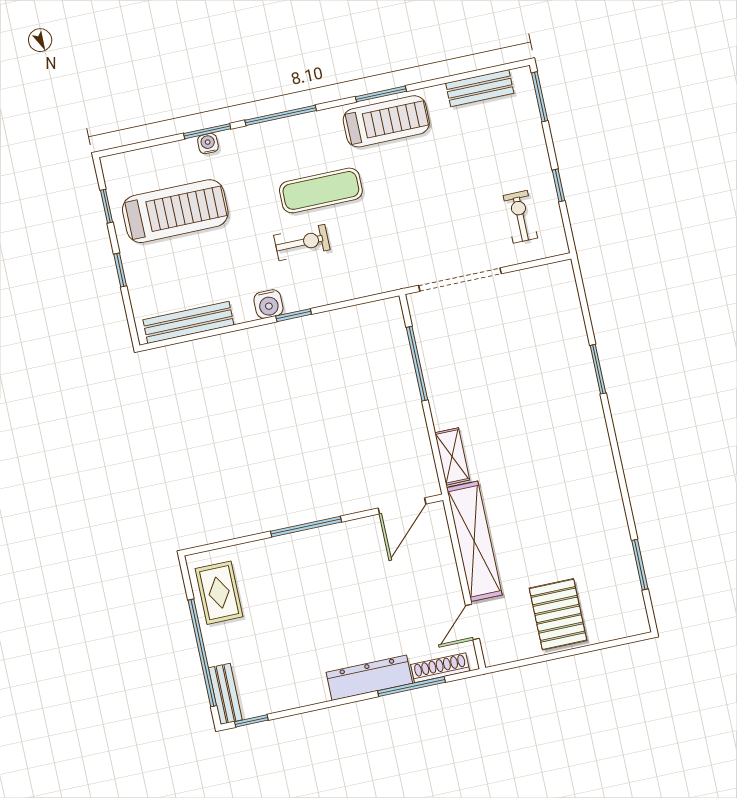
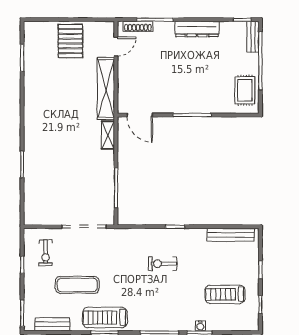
exercise mat: (321, 190) -> (77, 285), moved
treadmill: (175, 211) -> (225, 294), width x0.73, depth x0.73
water cooler: (268, 304) -> (187, 235), removed
door: (402, 506) -> (140, 115), swing flipped
dresser: (369, 678) -> (197, 29), moved

